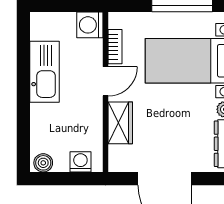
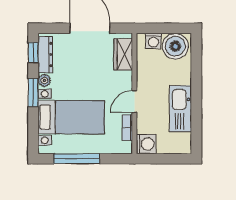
wardrobe: (120, 123) -> (123, 54), moved
boiler: (43, 163) -> (175, 46), width x1.86, depth x1.86

